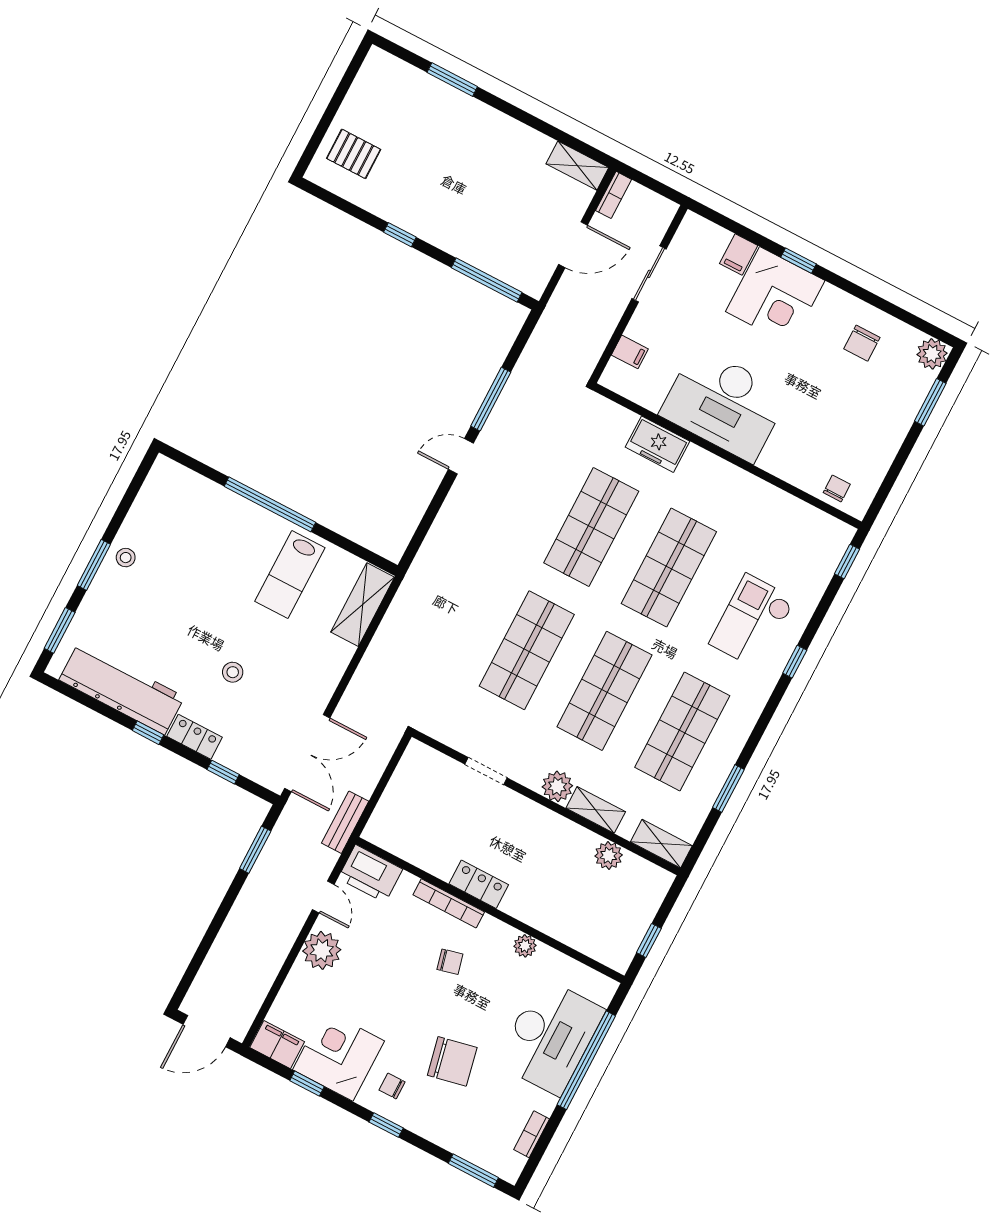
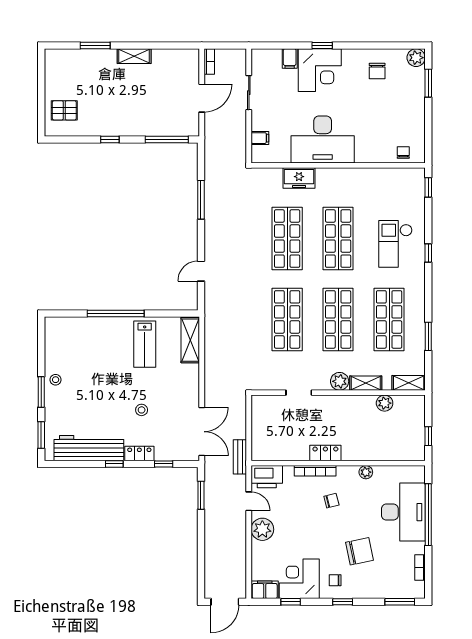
shelving: (577, 166) -> (134, 56), moved
door: (461, 456) -> (201, 271), moved

